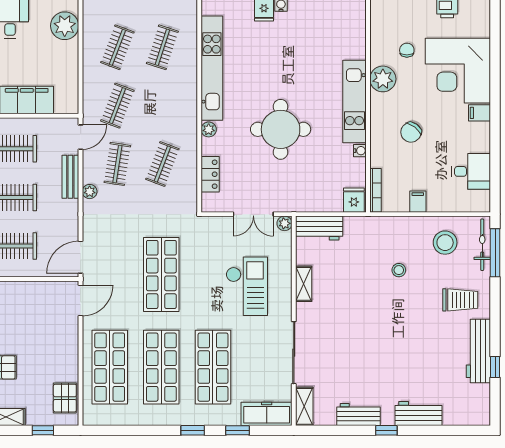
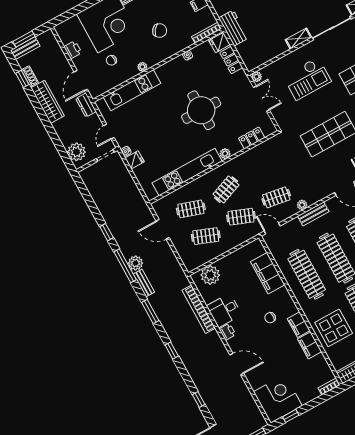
plant: (383, 79) -> (142, 67), width x0.53, depth x0.53
kitchen unit: (354, 102) -> (132, 90), moved
clothes rail: (162, 164) -> (226, 190), moved, turned -42
bench: (70, 177) -> (313, 214), moved
locker: (323, 203) -> (231, 60), added
workbench: (319, 228) -> (234, 28), moved
shelving: (304, 284) -> (298, 39), moved
checkout: (247, 286) -> (307, 79), turned 180

